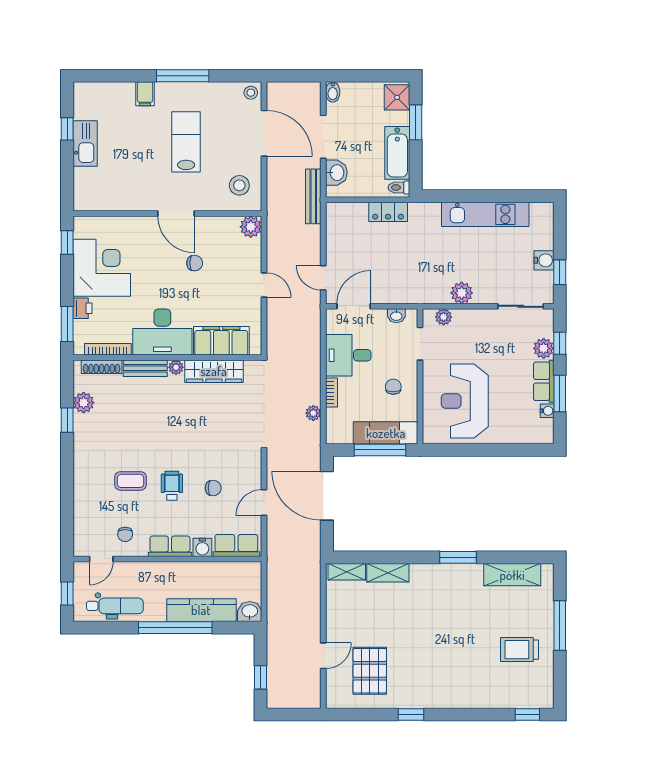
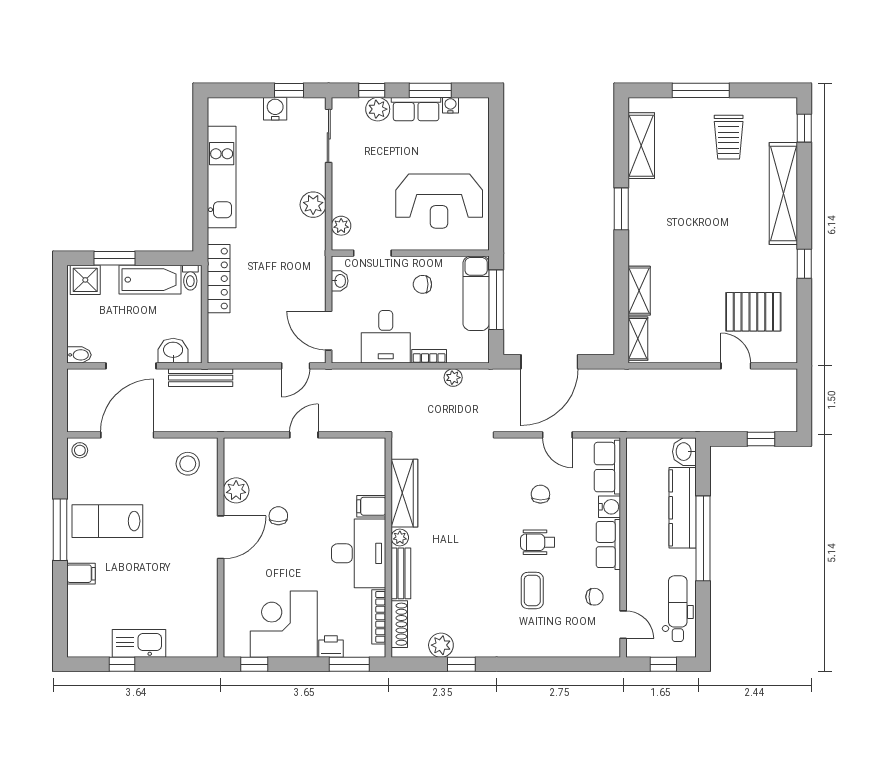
lab bench: (186, 142) -> (107, 521), moved
locker: (388, 212) -> (219, 279), width x1.53
plant: (251, 227) -> (236, 490), moved
filing cabinet: (221, 341) -> (371, 506), width x0.33, depth x0.86
shelving: (471, 697) -> (783, 194), added

